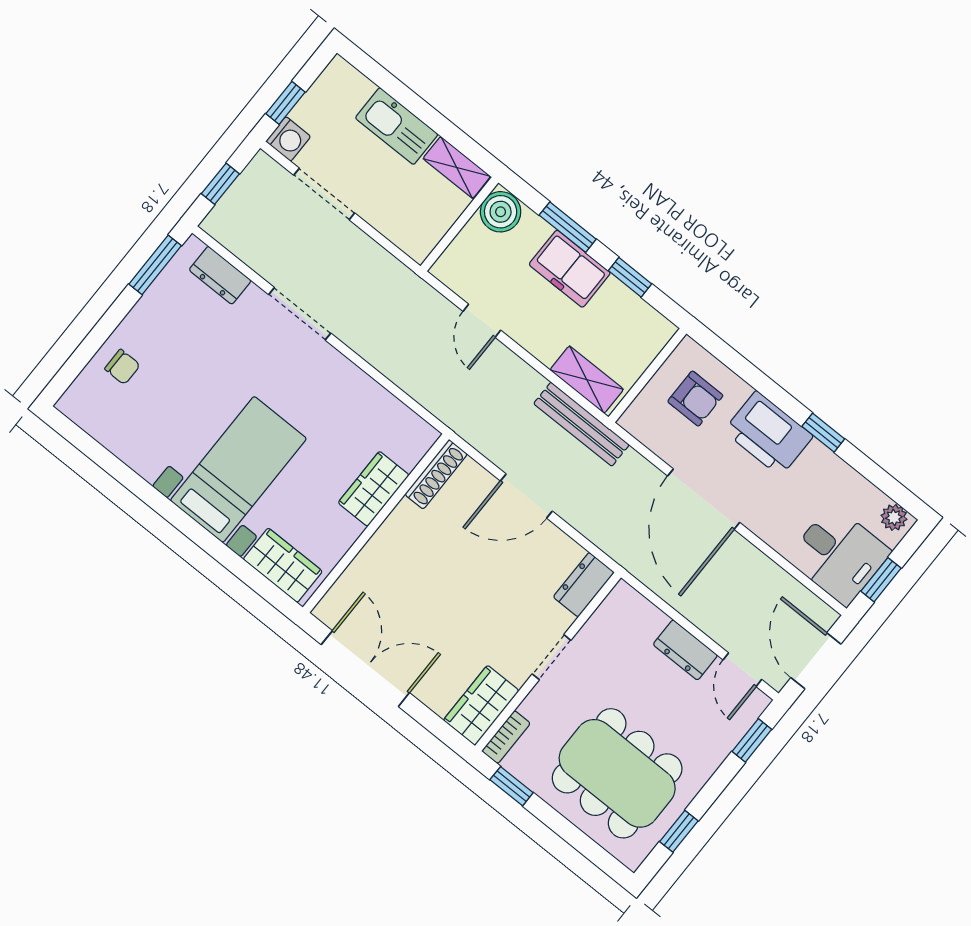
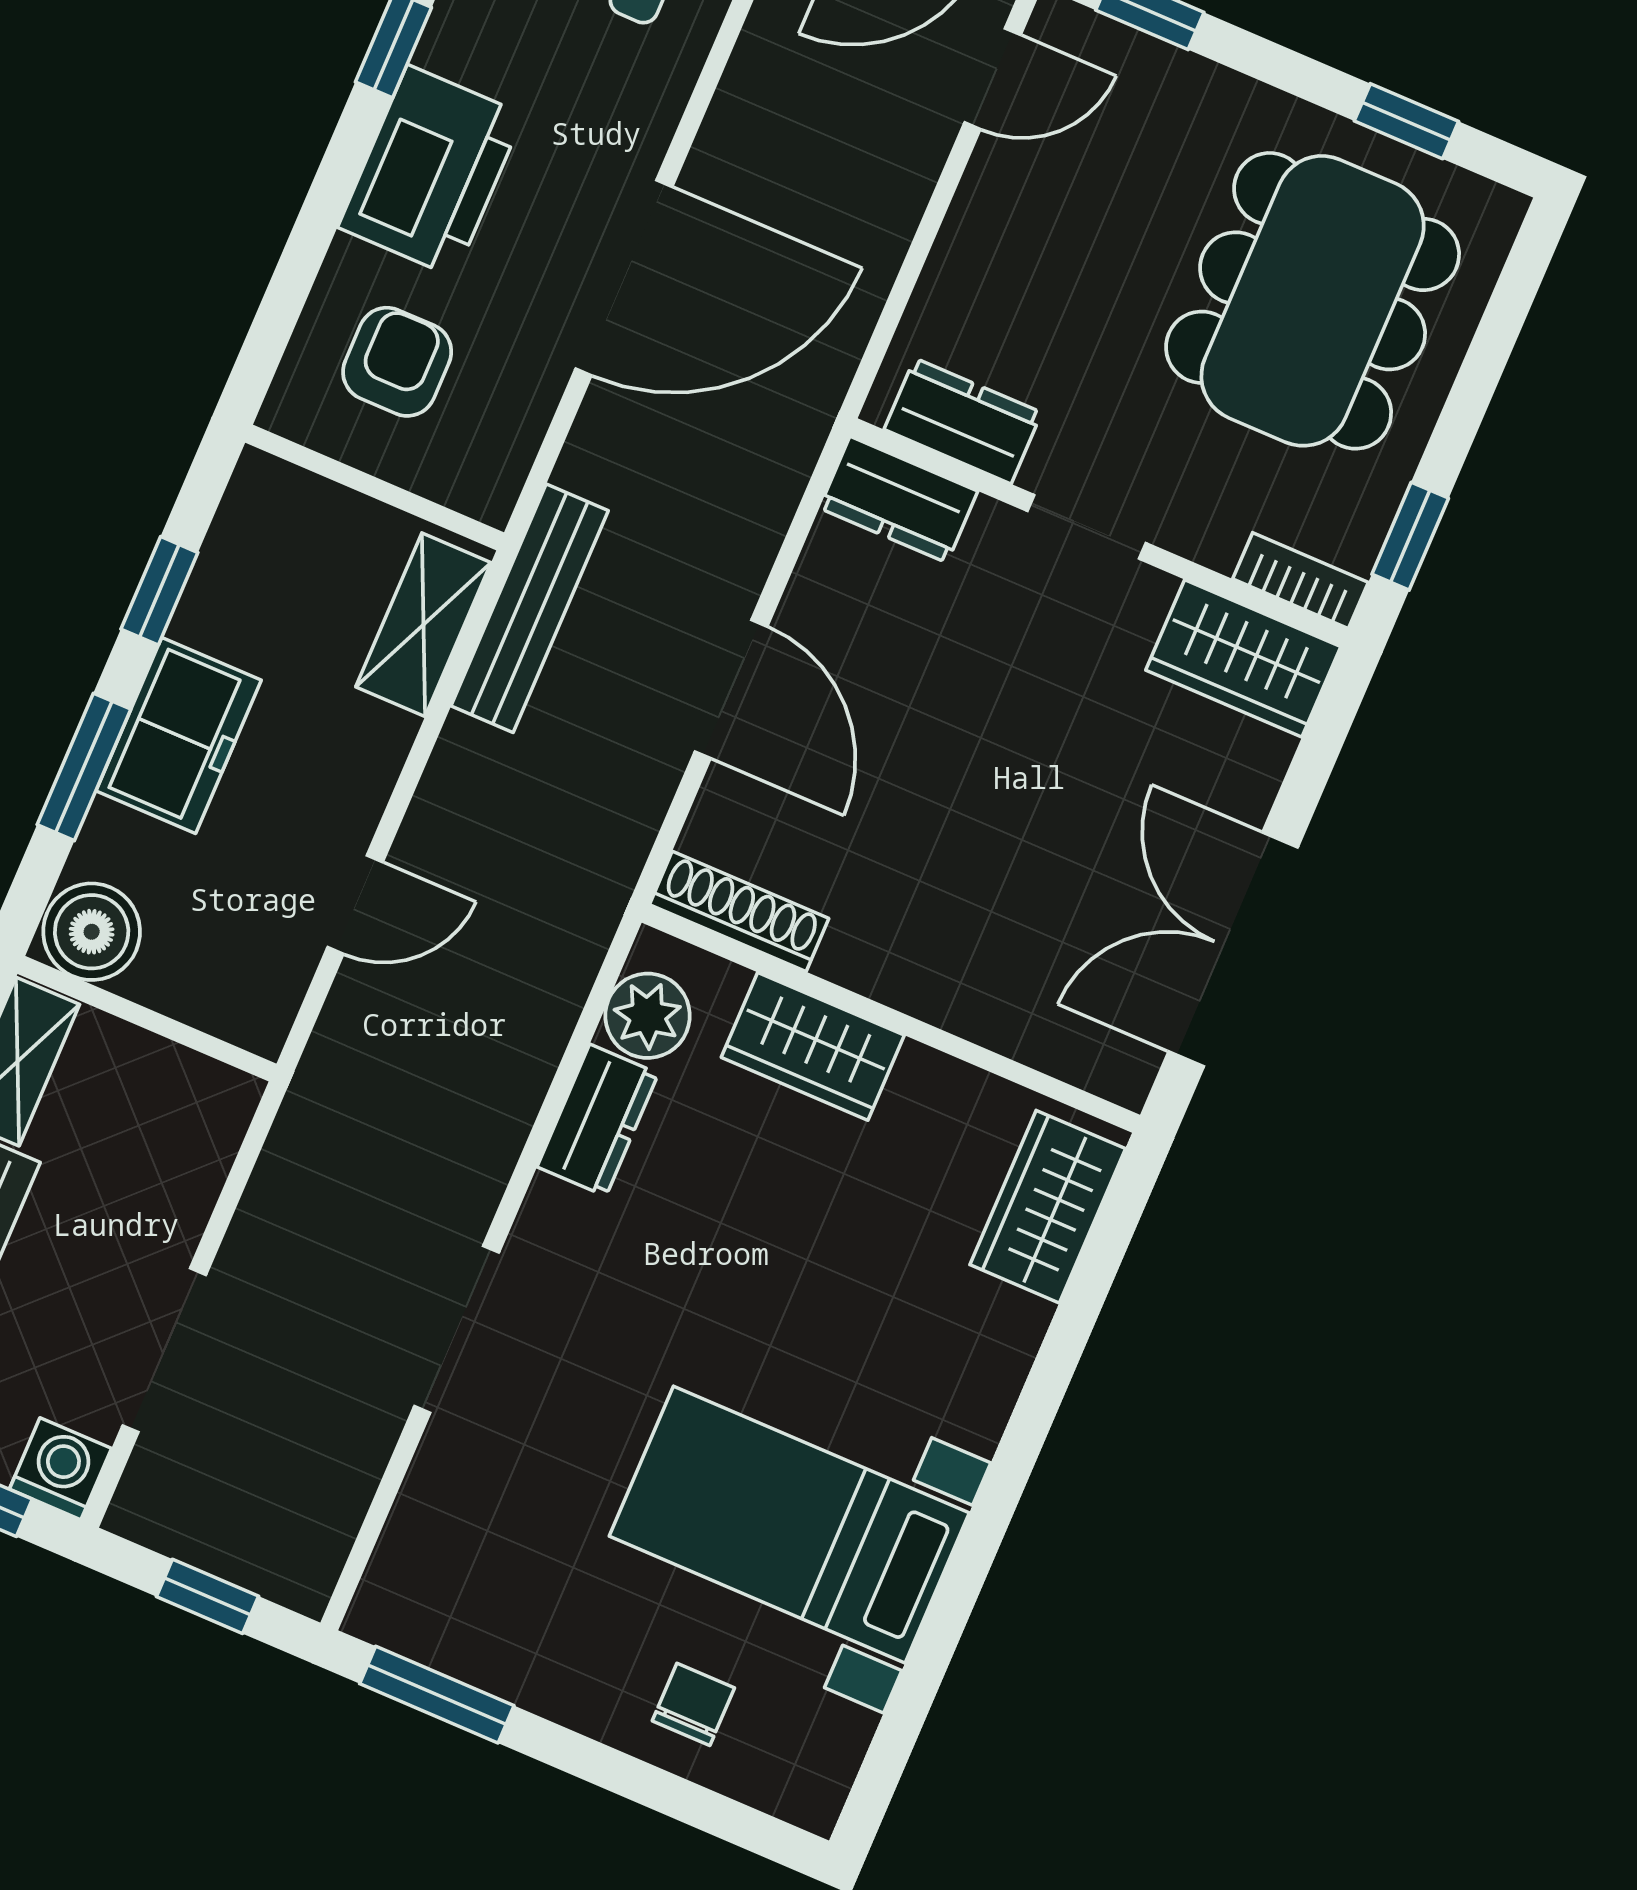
dresser: (220, 275) -> (598, 1120), moved
plant: (404, 426) -> (648, 1016), added
bed with nightstands: (238, 469) -> (789, 1525), moved
dresser: (685, 650) -> (963, 421), moved, turned -90

